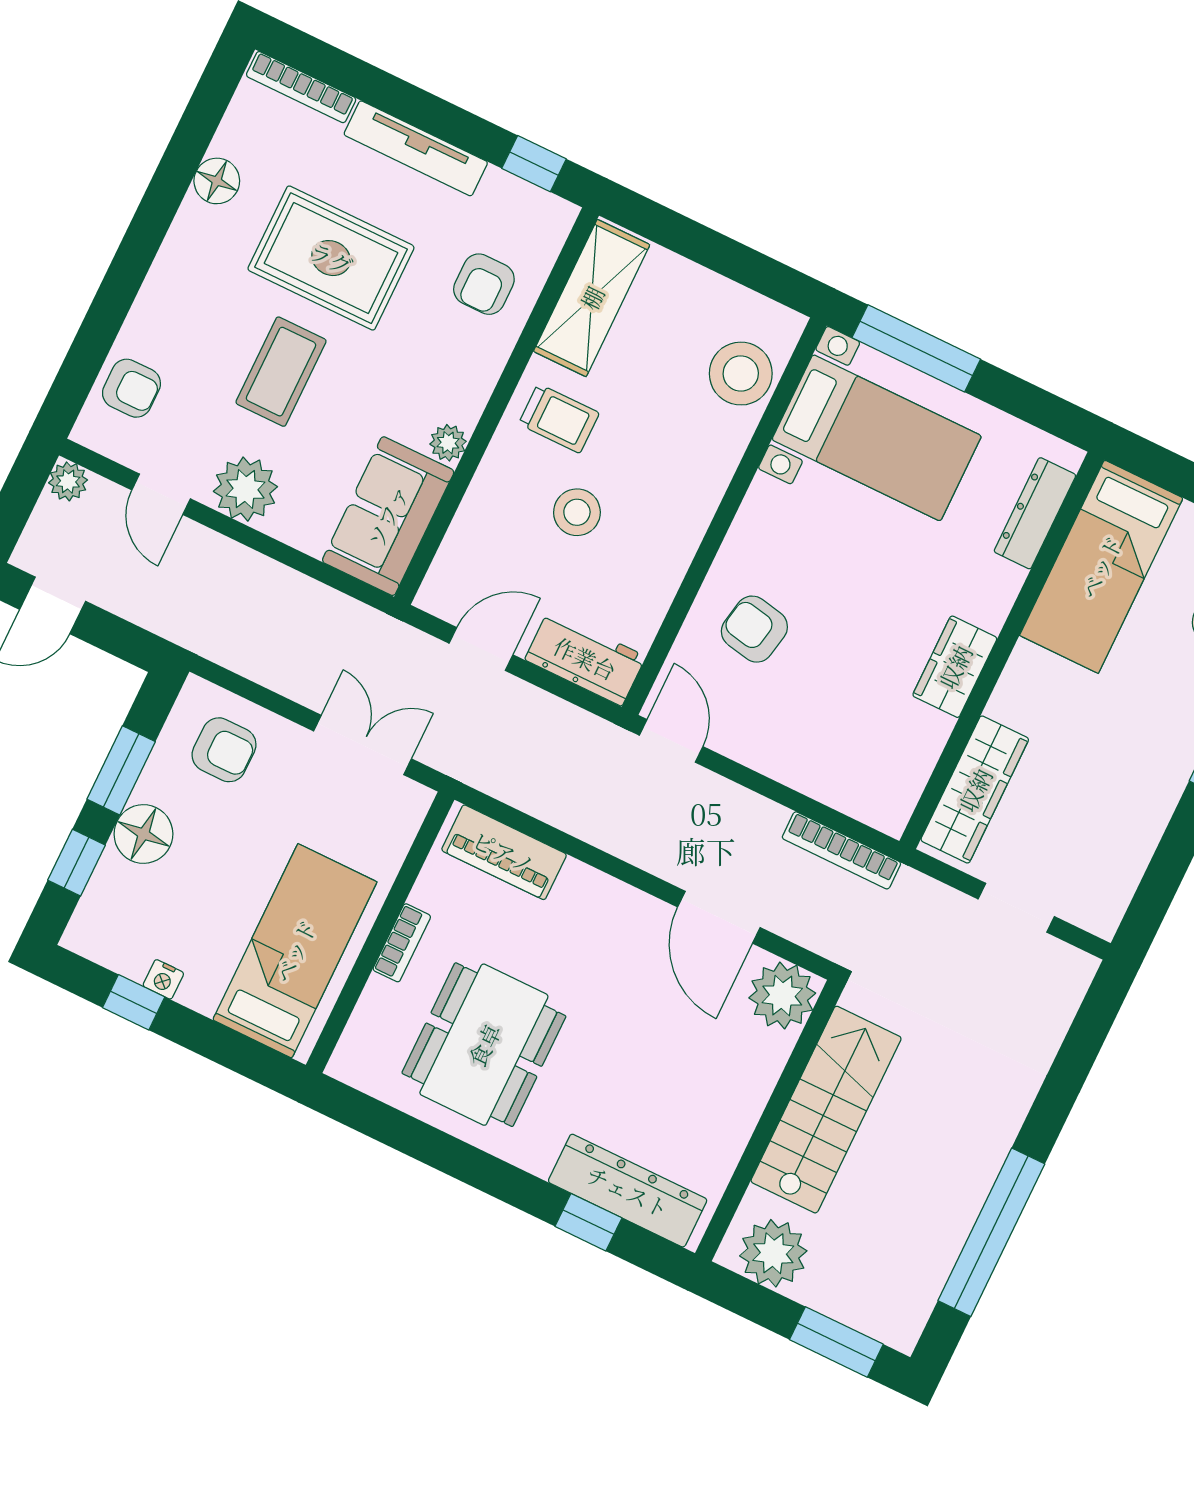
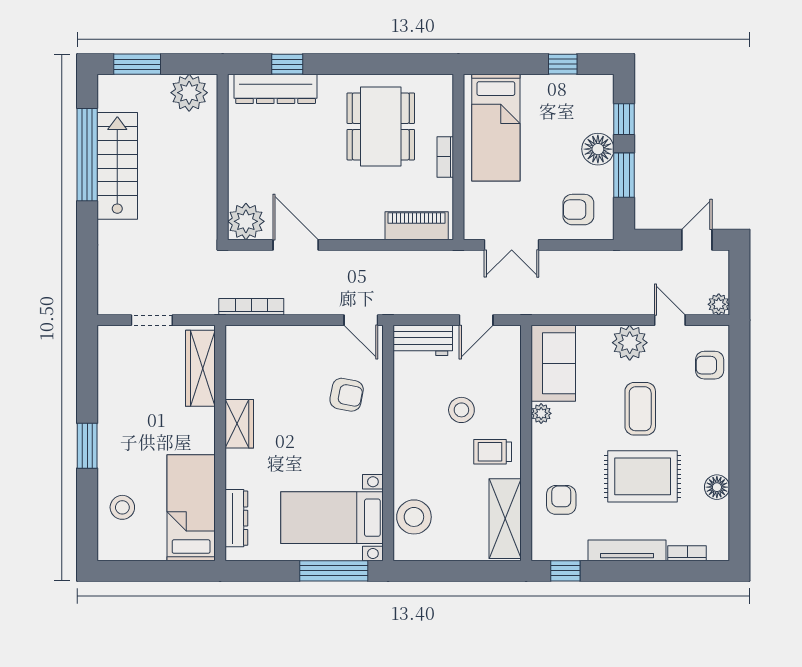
bookcase: (301, 87) -> (687, 553), width x0.64
nightstand: (163, 979) -> (554, 82), removed
stairs: (826, 1110) -> (117, 166), moved, turned 180

